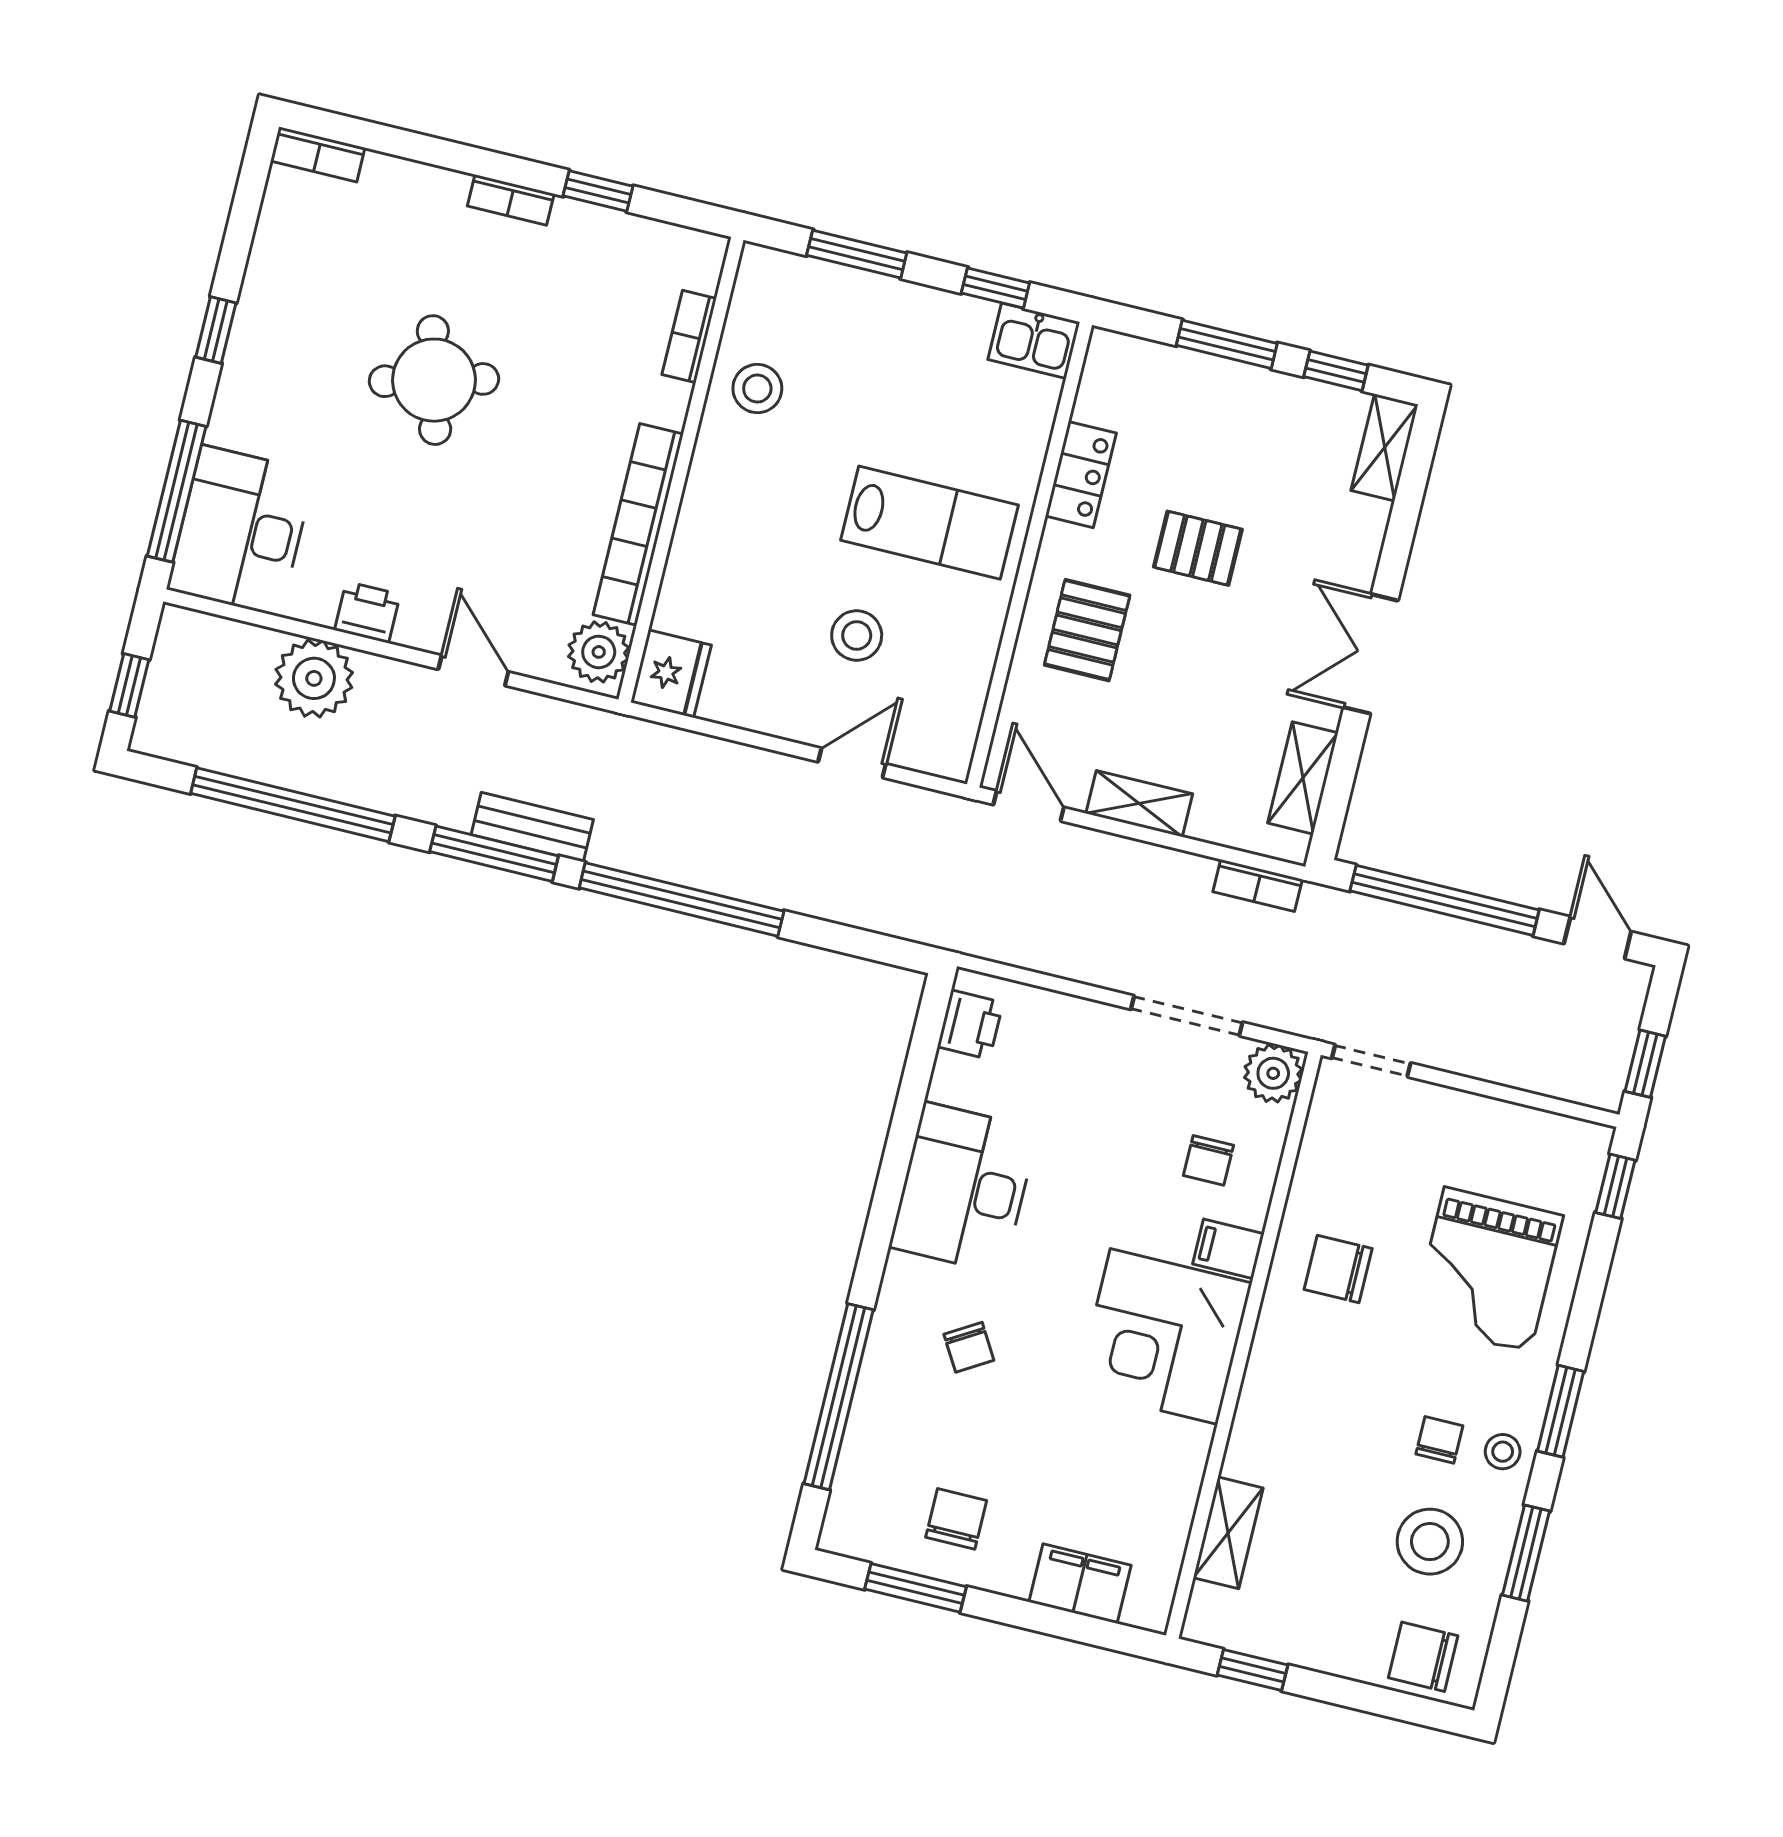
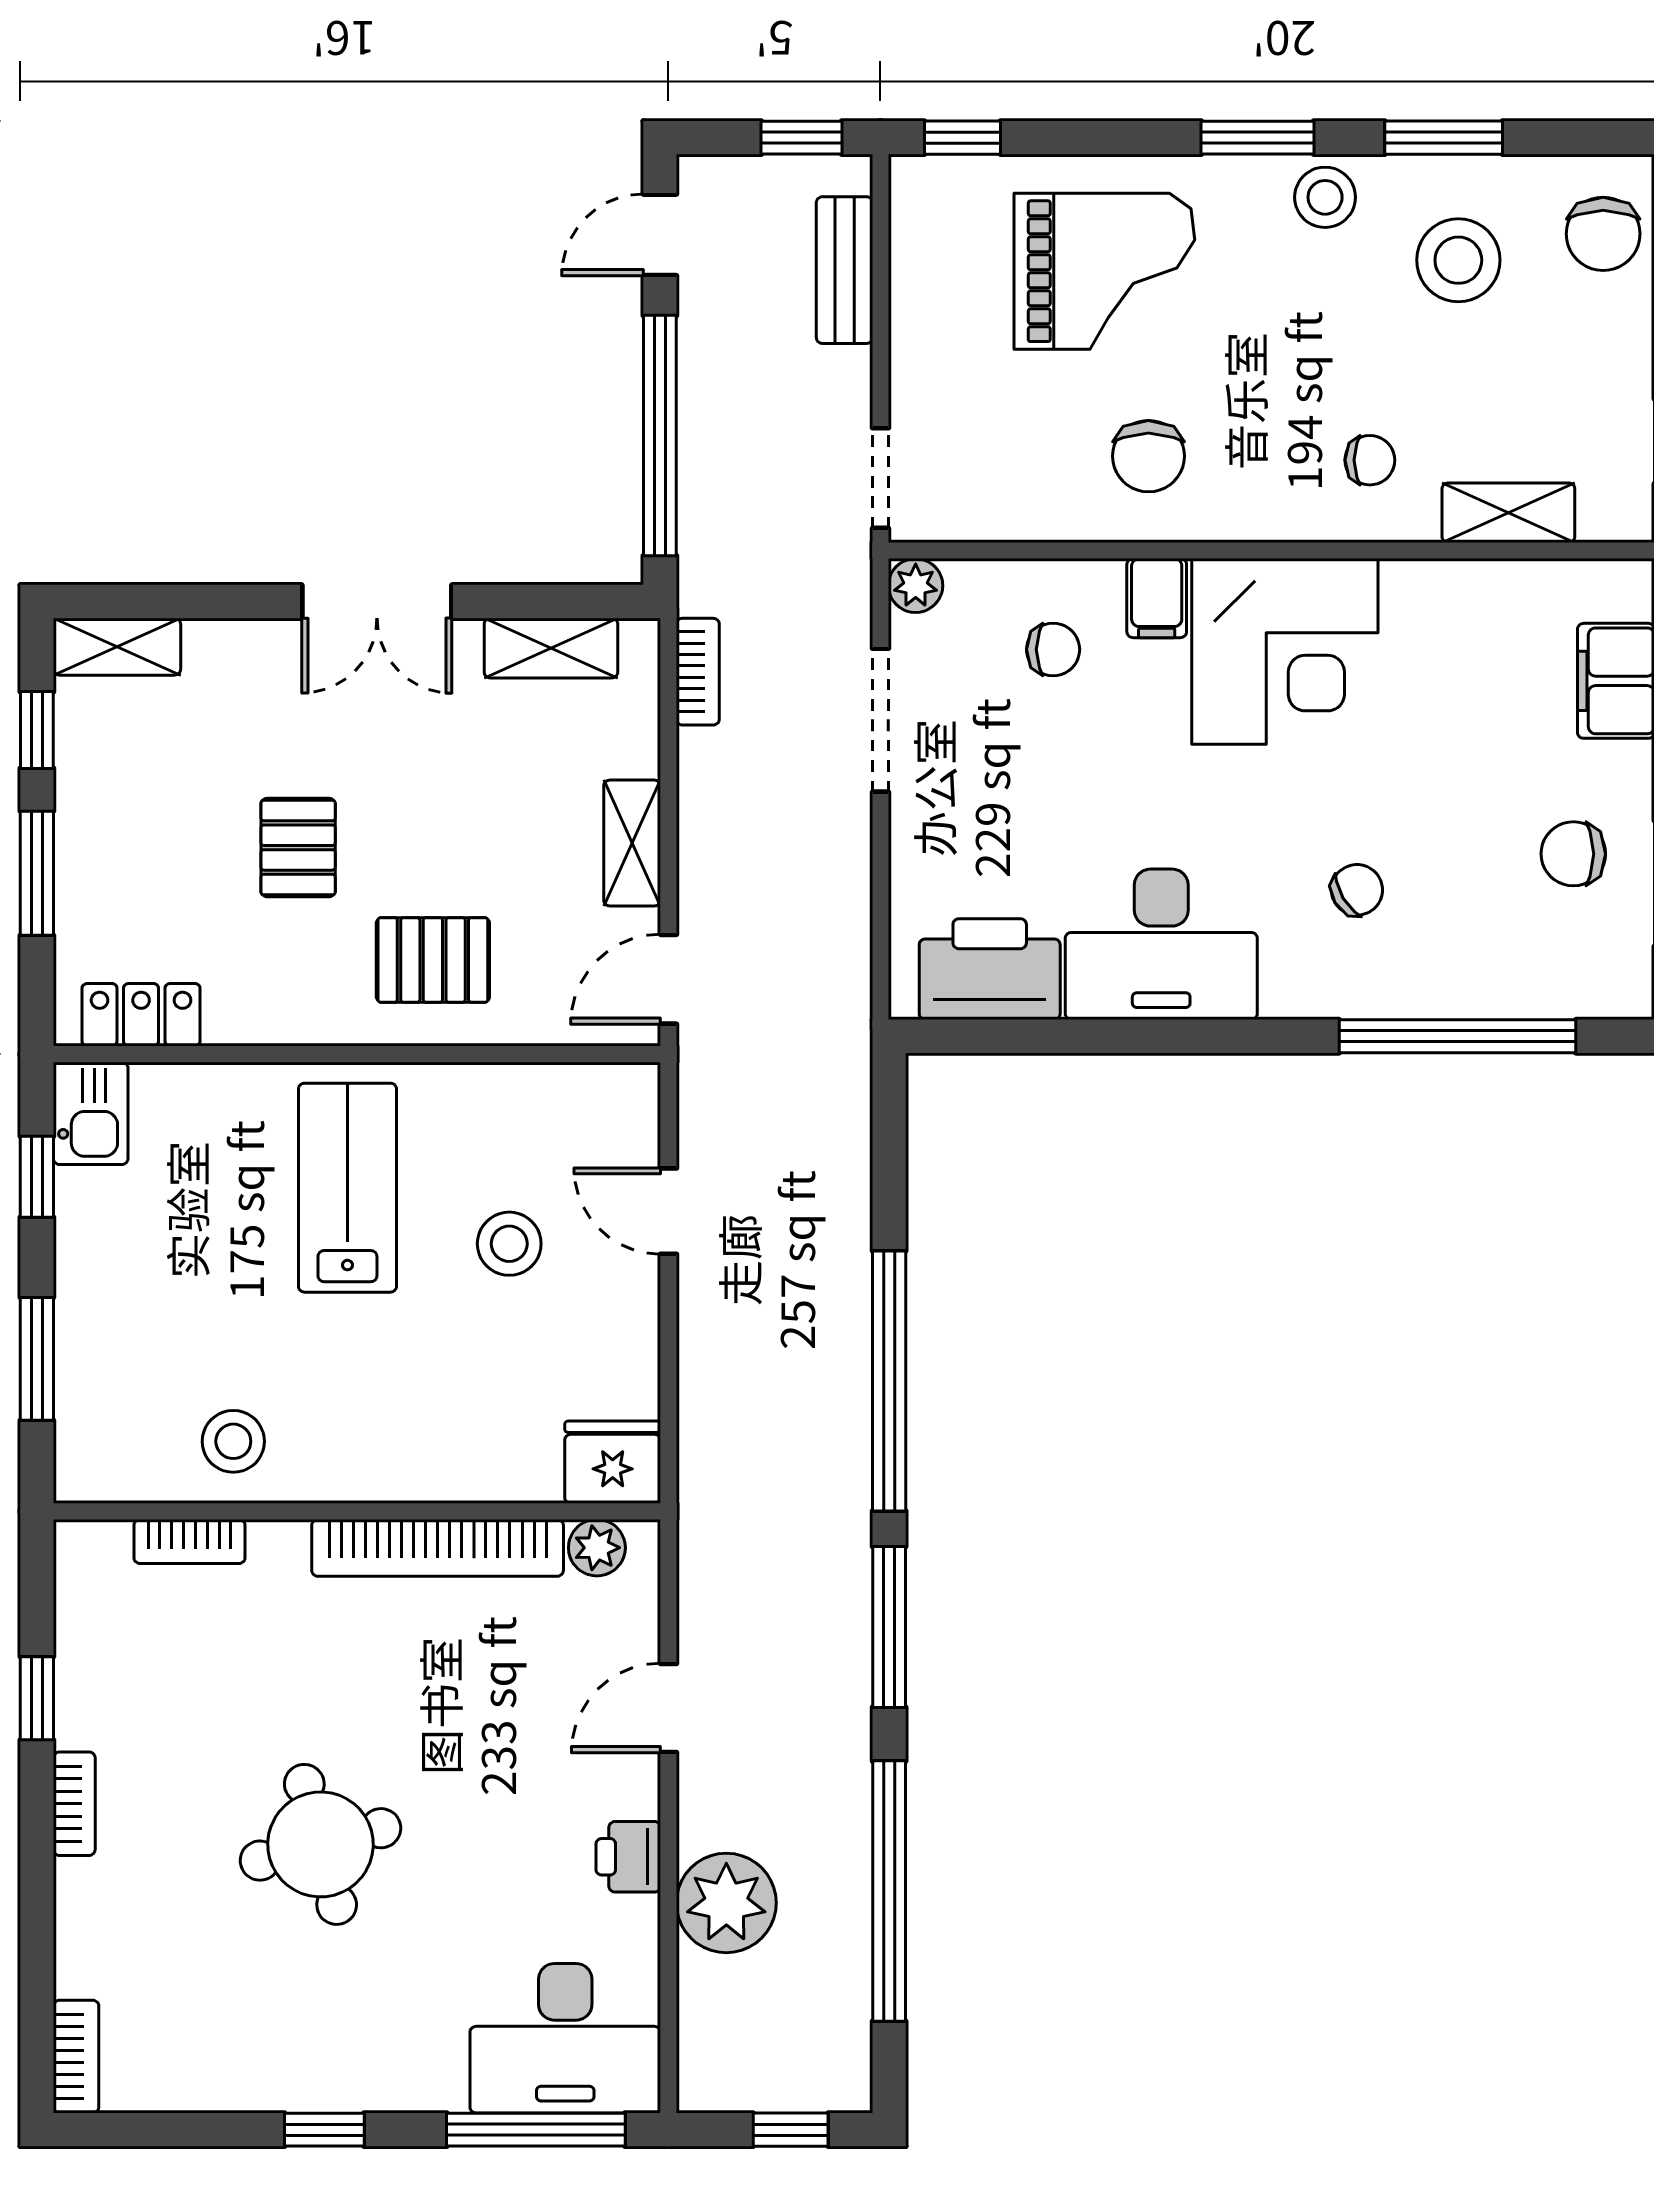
locker: (1081, 475) -> (141, 1015), moved
plant: (599, 652) -> (597, 1548), width x0.73, depth x0.73
bench: (532, 827) -> (844, 270), moved
printer: (970, 1025) -> (990, 969), width x1.87, depth x1.48
plant: (1273, 1073) -> (916, 586), width x0.73, depth x0.73
chair: (1439, 1440) -> (1370, 460), moved, turned 180
stool: (1503, 1452) -> (1325, 197), width x1.37, depth x1.37

